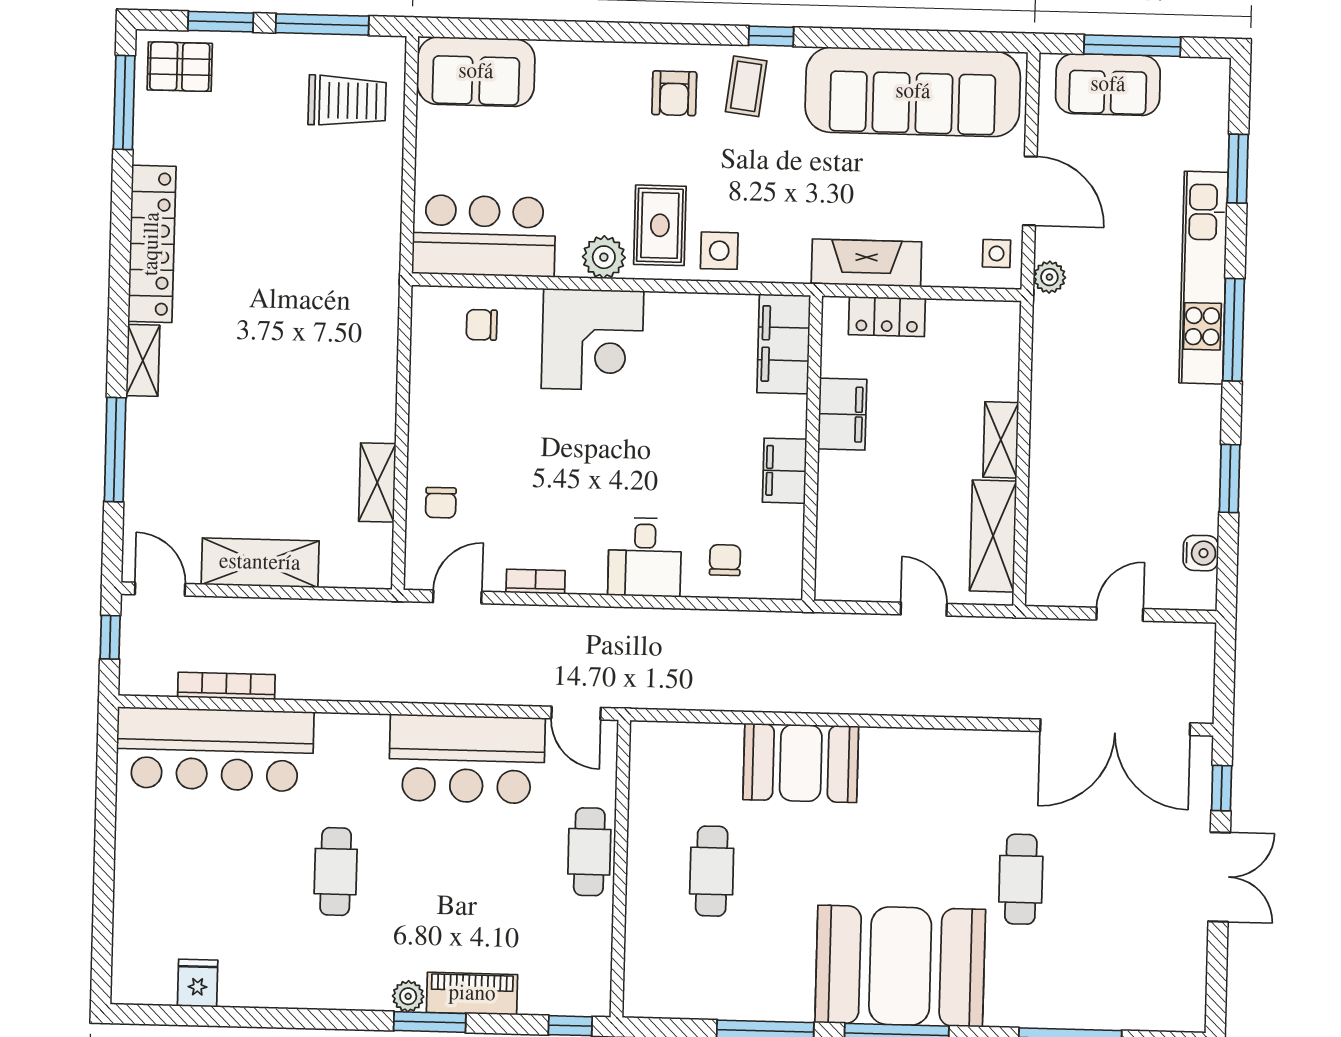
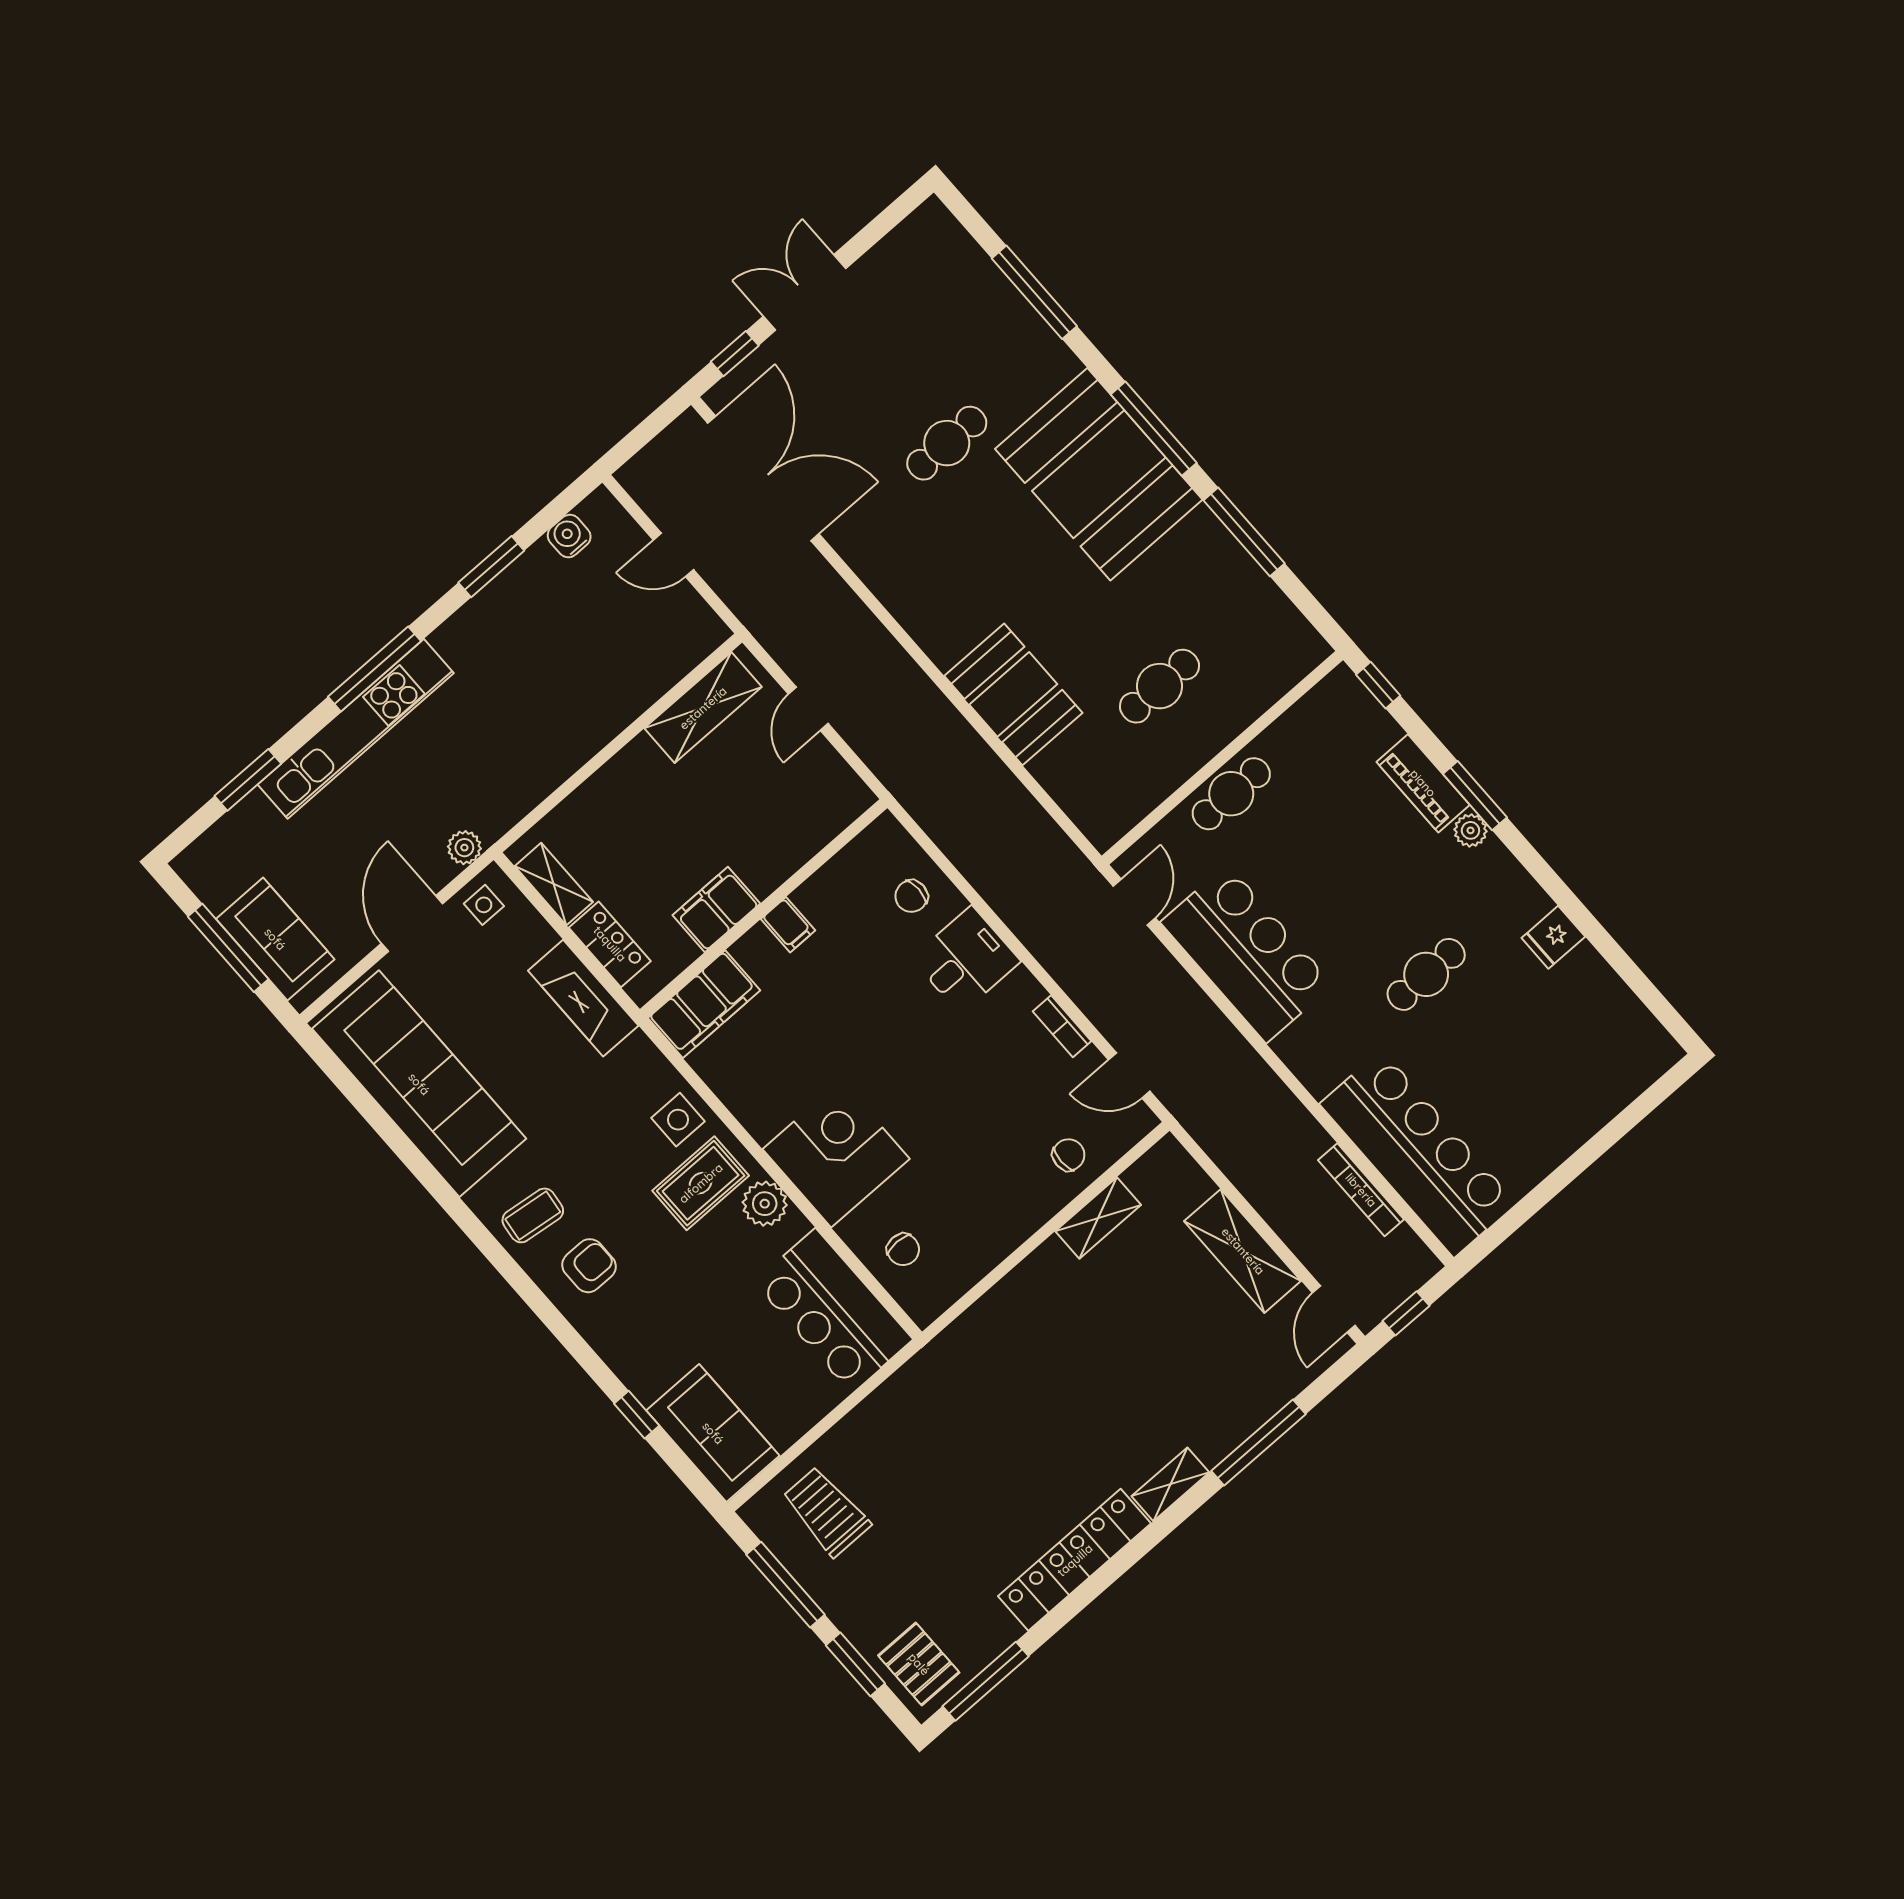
window: (771, 36) -> (637, 1415), moved
shelving: (1001, 440) -> (554, 884), moved, turned 90
filing cabinet: (785, 471) -> (788, 925), width x0.50
fridge: (198, 983) -> (1553, 937), moved

